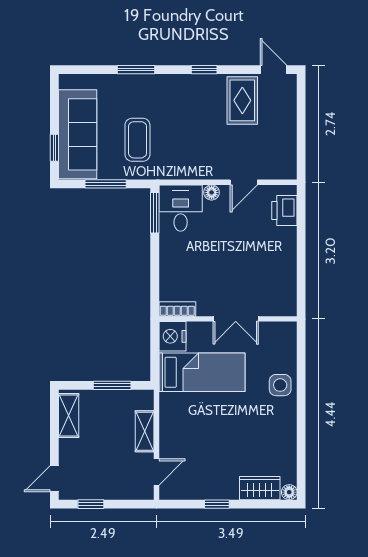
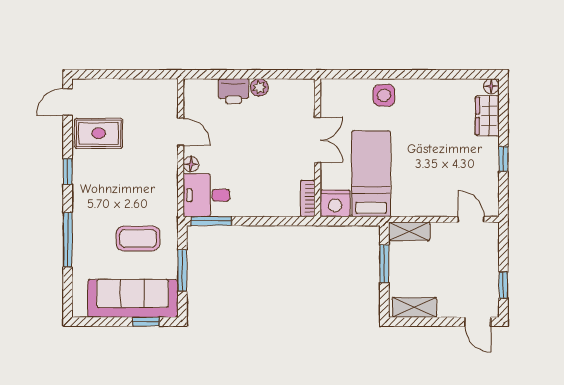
window: (136, 70) -> (68, 240), width x1.44
printer: (284, 210) -> (234, 91), moved
plant: (288, 261) -> (259, 87), added
shelving: (145, 431) -> (409, 231), moved

